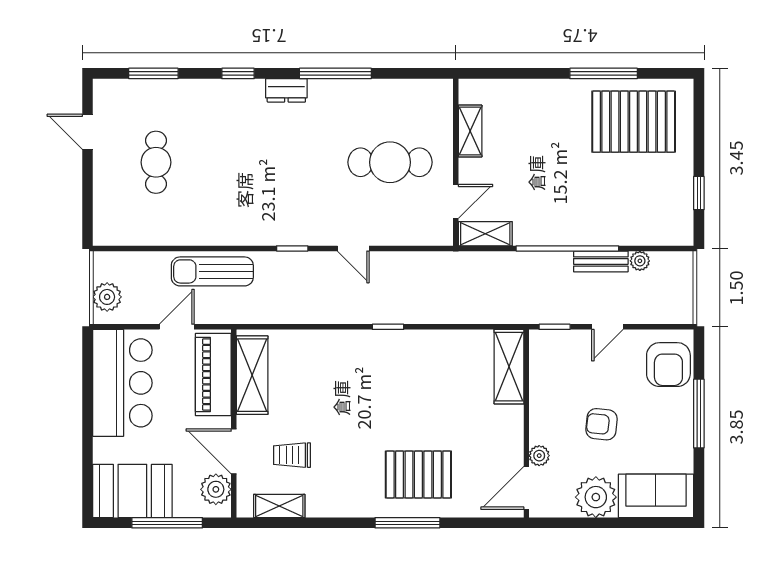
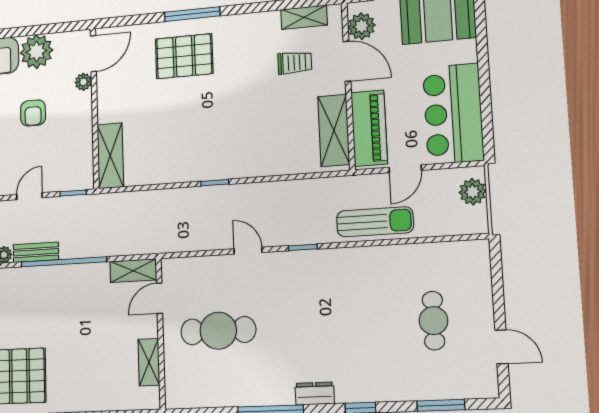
armchair: (601, 424) -> (33, 113), turned 84

